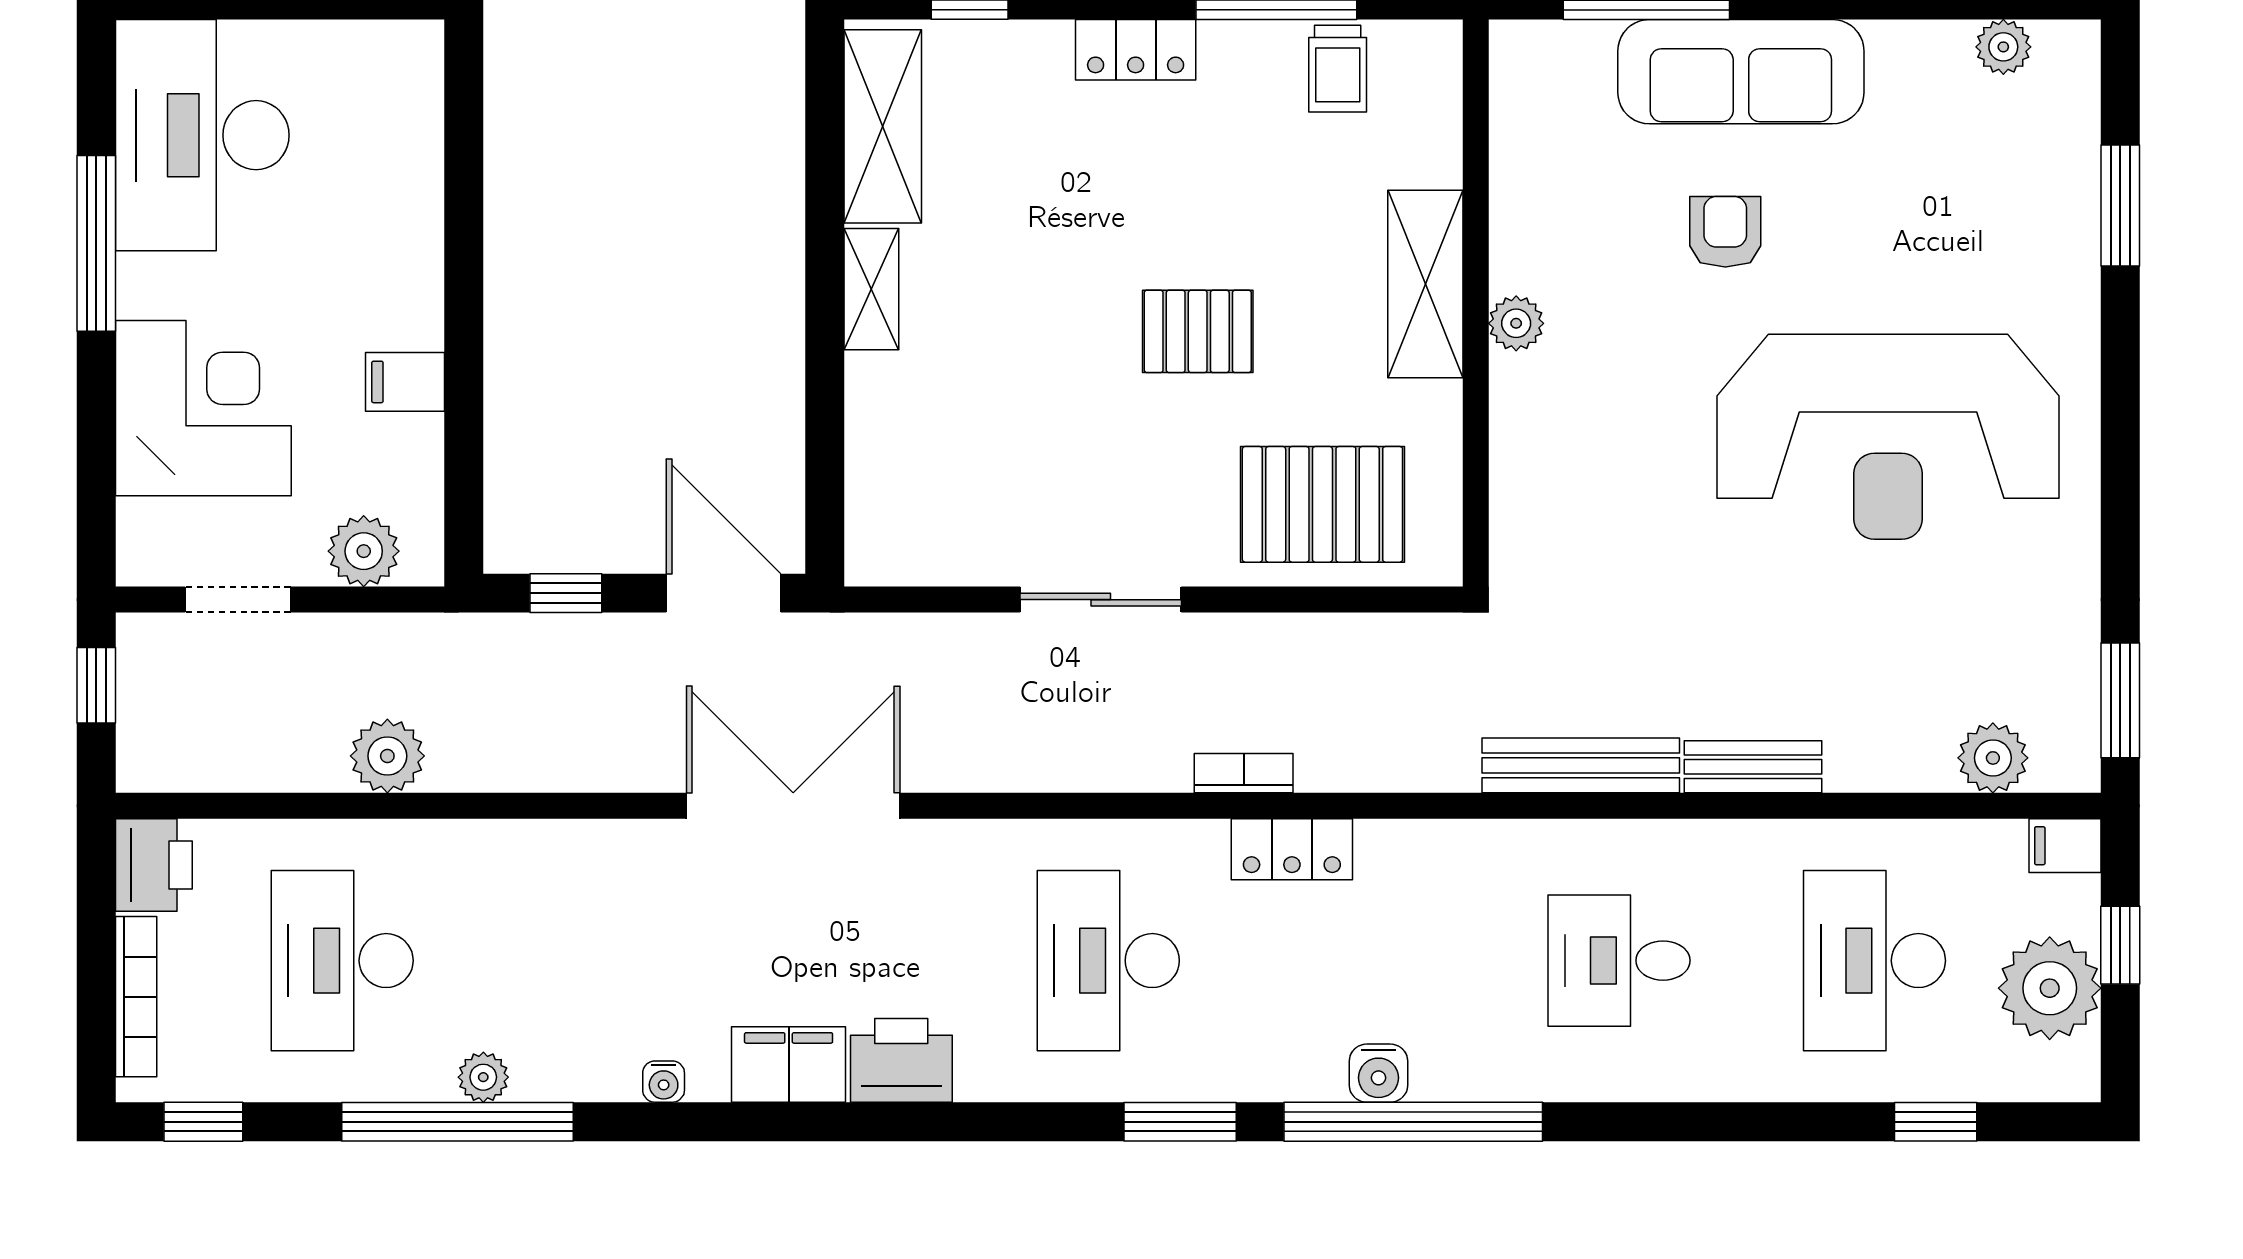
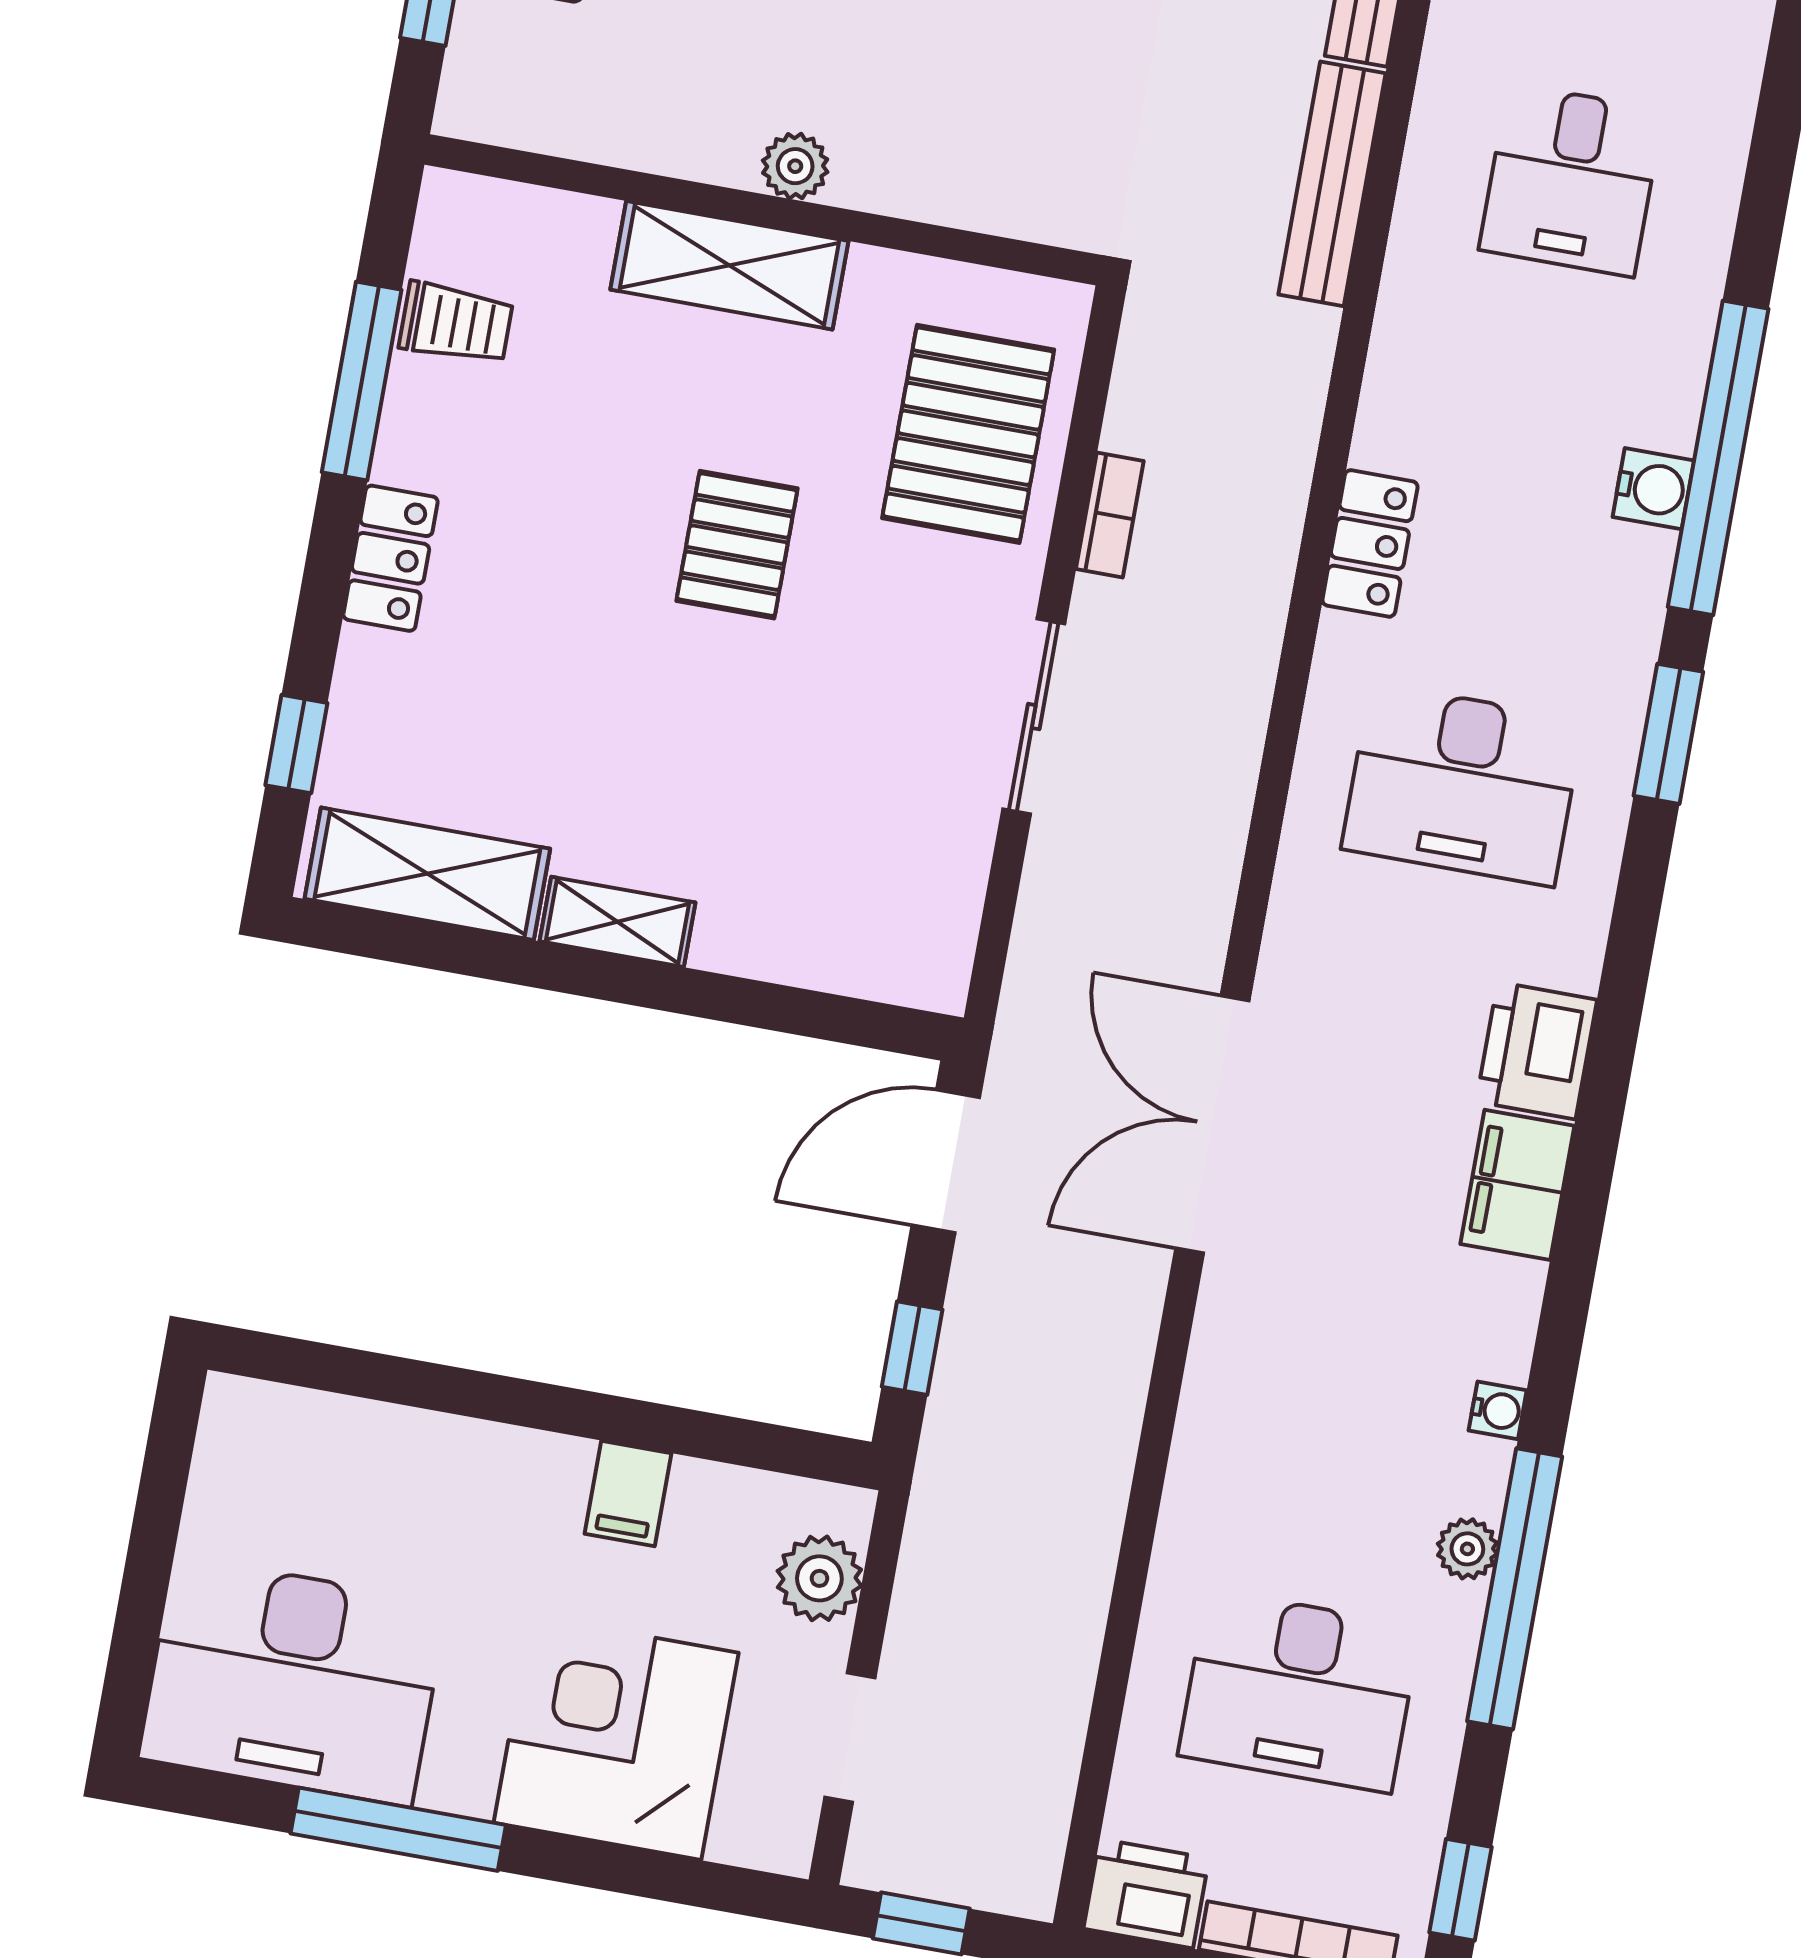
plant: (387, 756) -> (1067, 1594), removed
bookcase: (1244, 773) -> (1110, 515), moved, turned 180
water cooler: (664, 1082) -> (1498, 1410), moved

